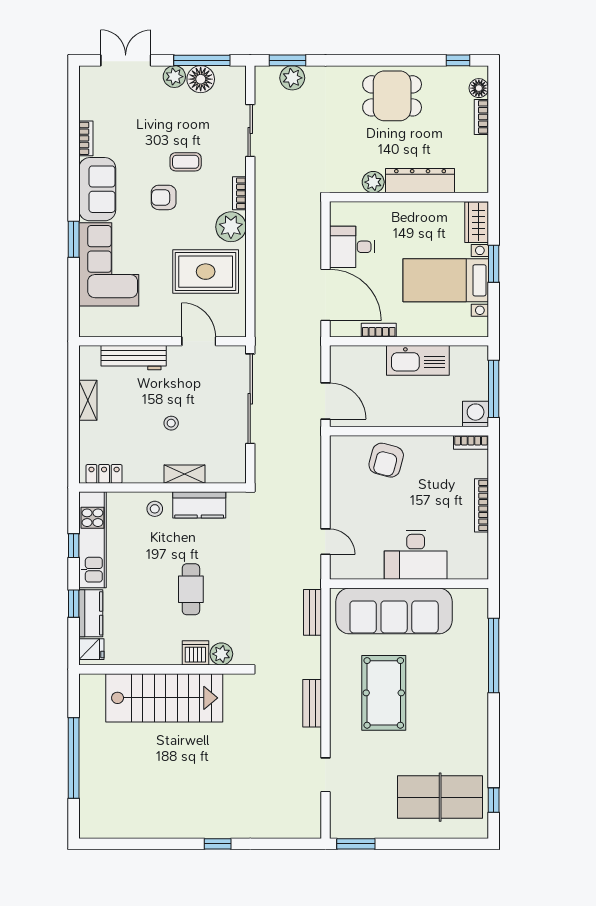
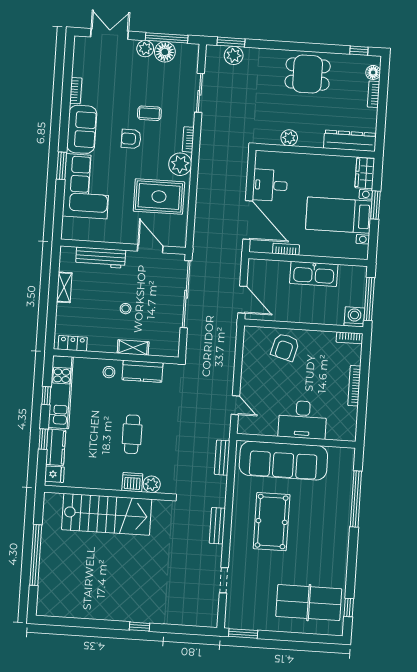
dresser: (420, 181) -> (350, 141), moved

